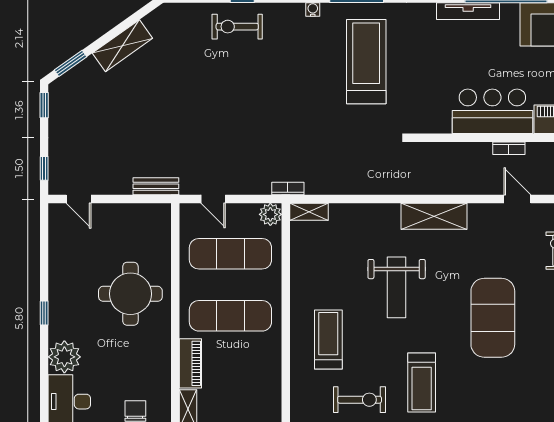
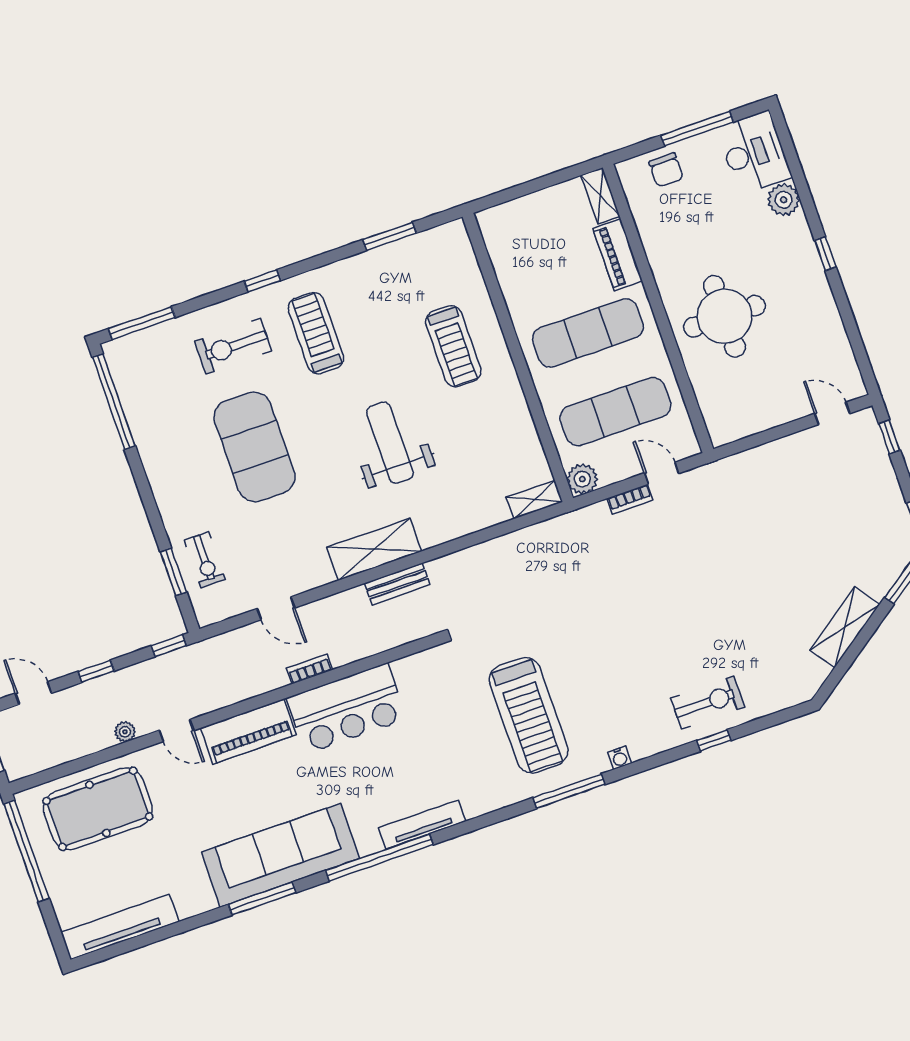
bench: (156, 186) -> (397, 584), moved
bookcase: (288, 189) -> (630, 499), moved
plant: (64, 357) -> (784, 200), width x0.73, depth x0.73
exercise bike: (360, 400) -> (233, 346), moved

